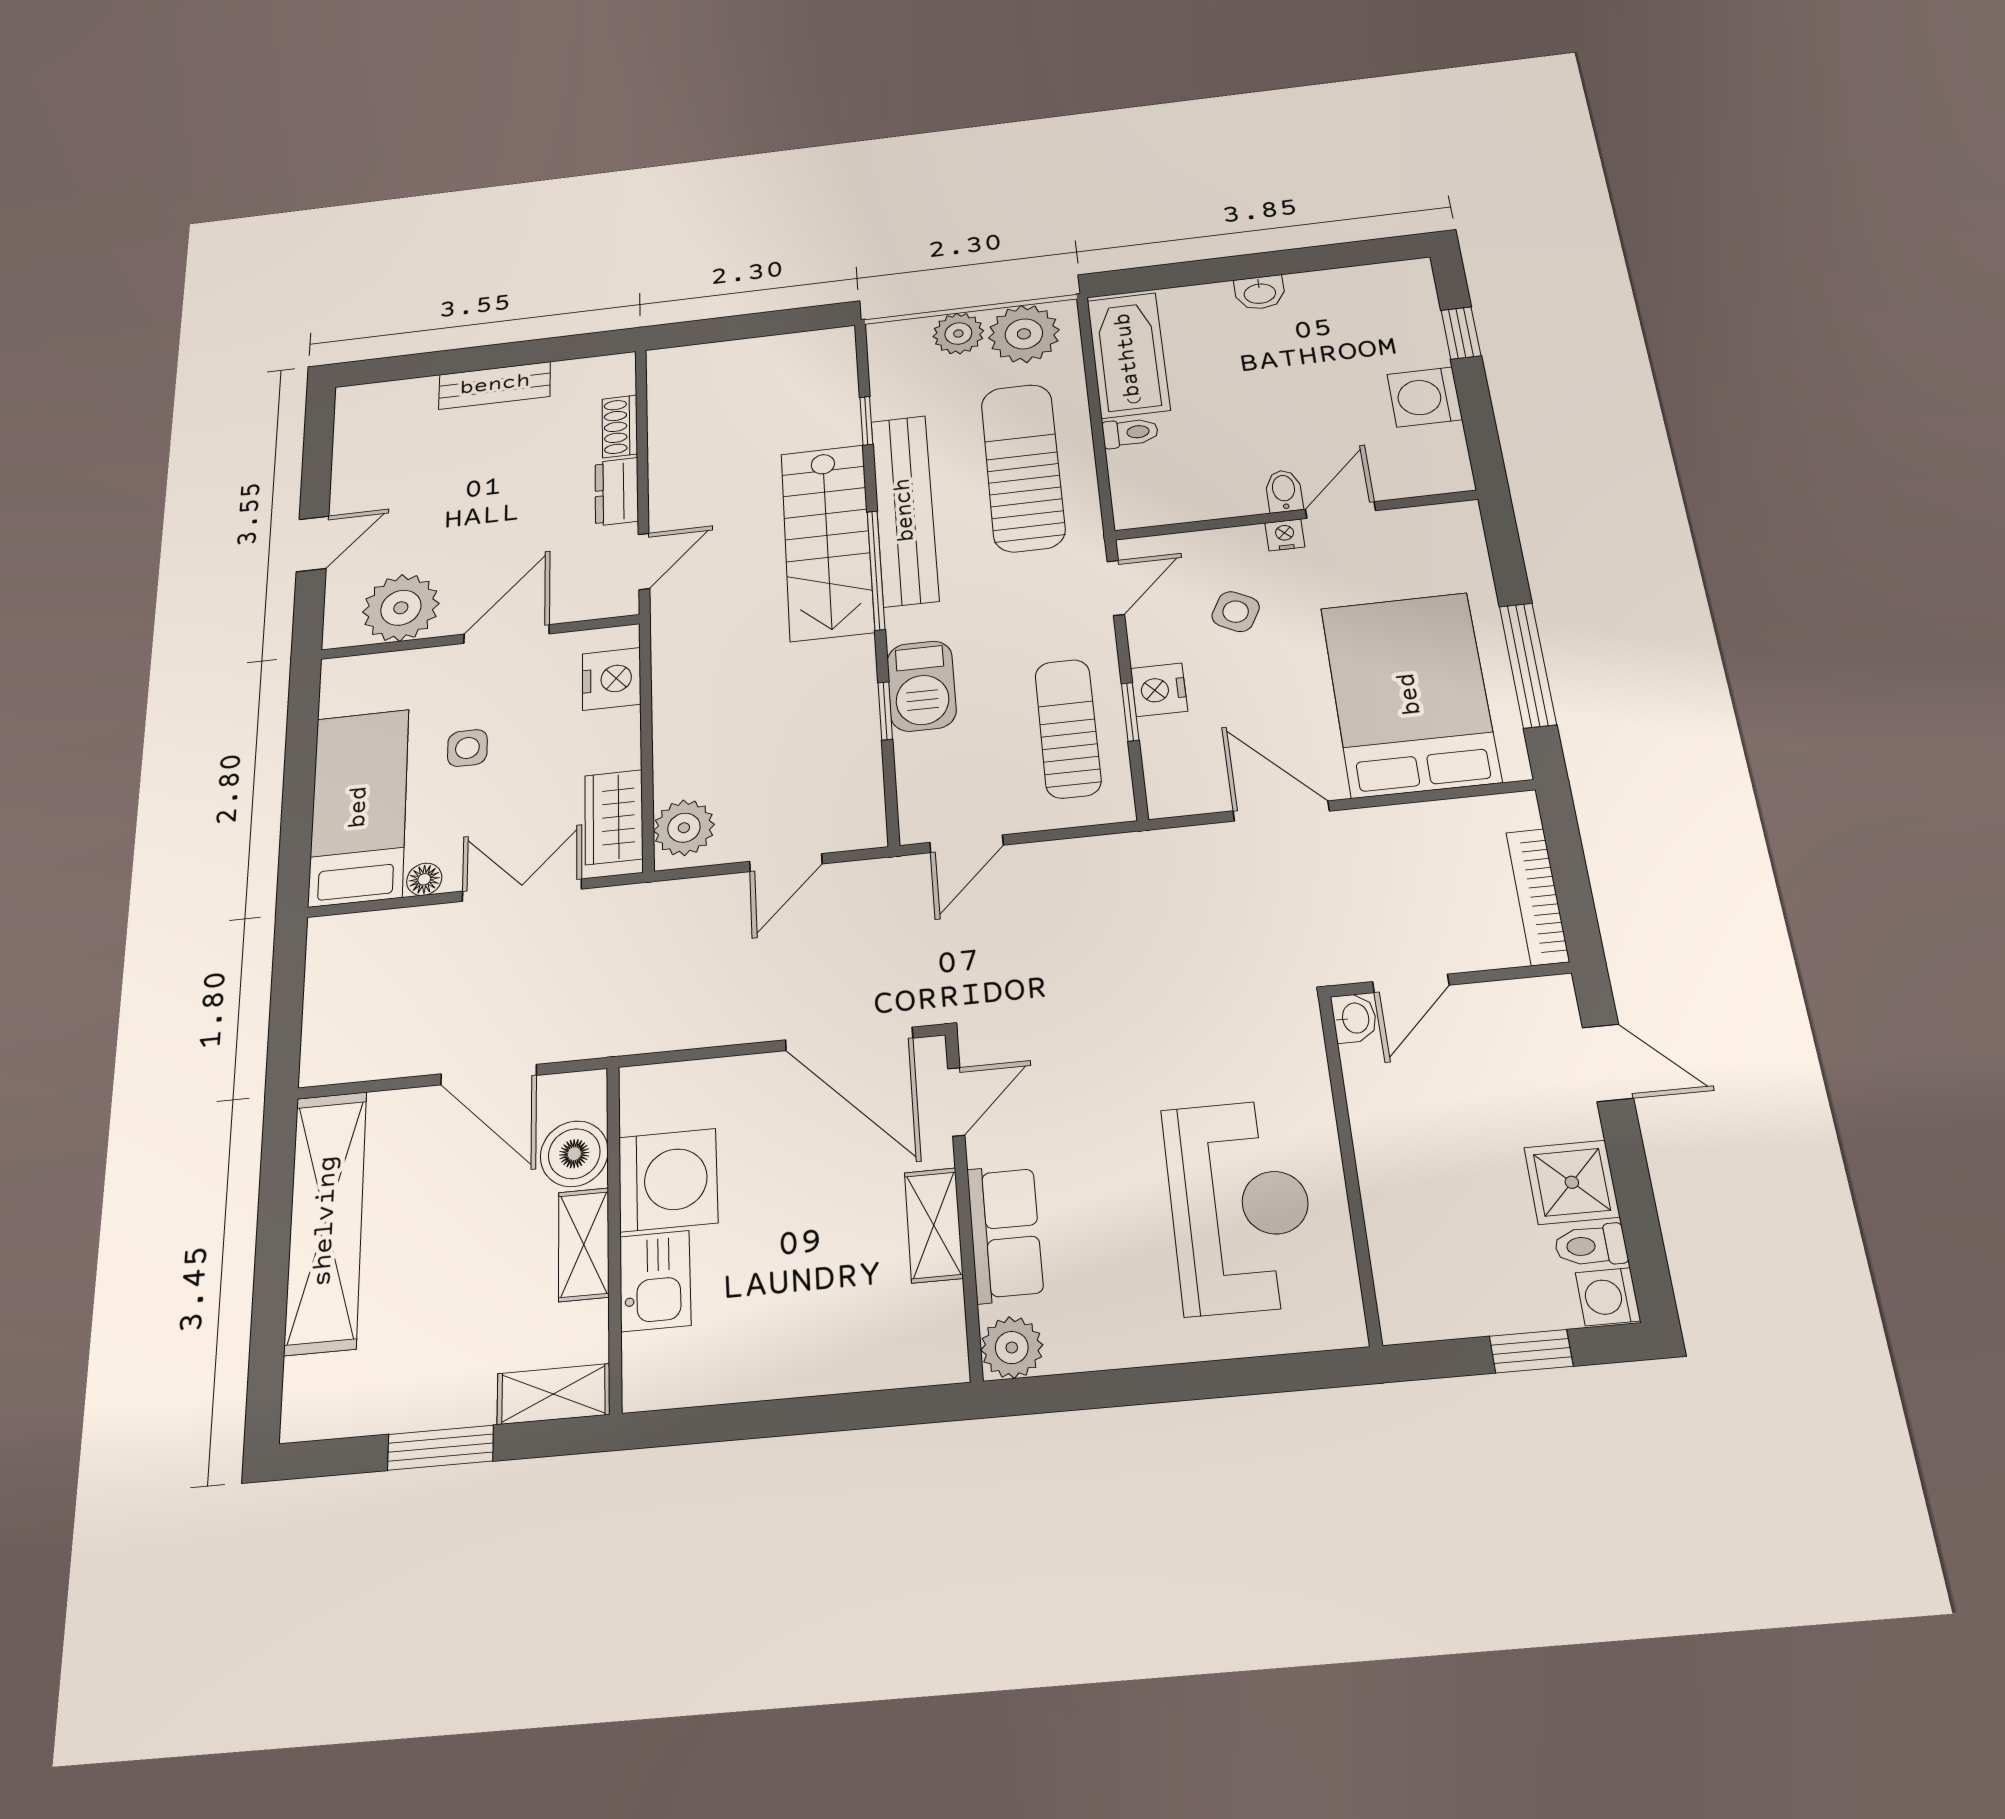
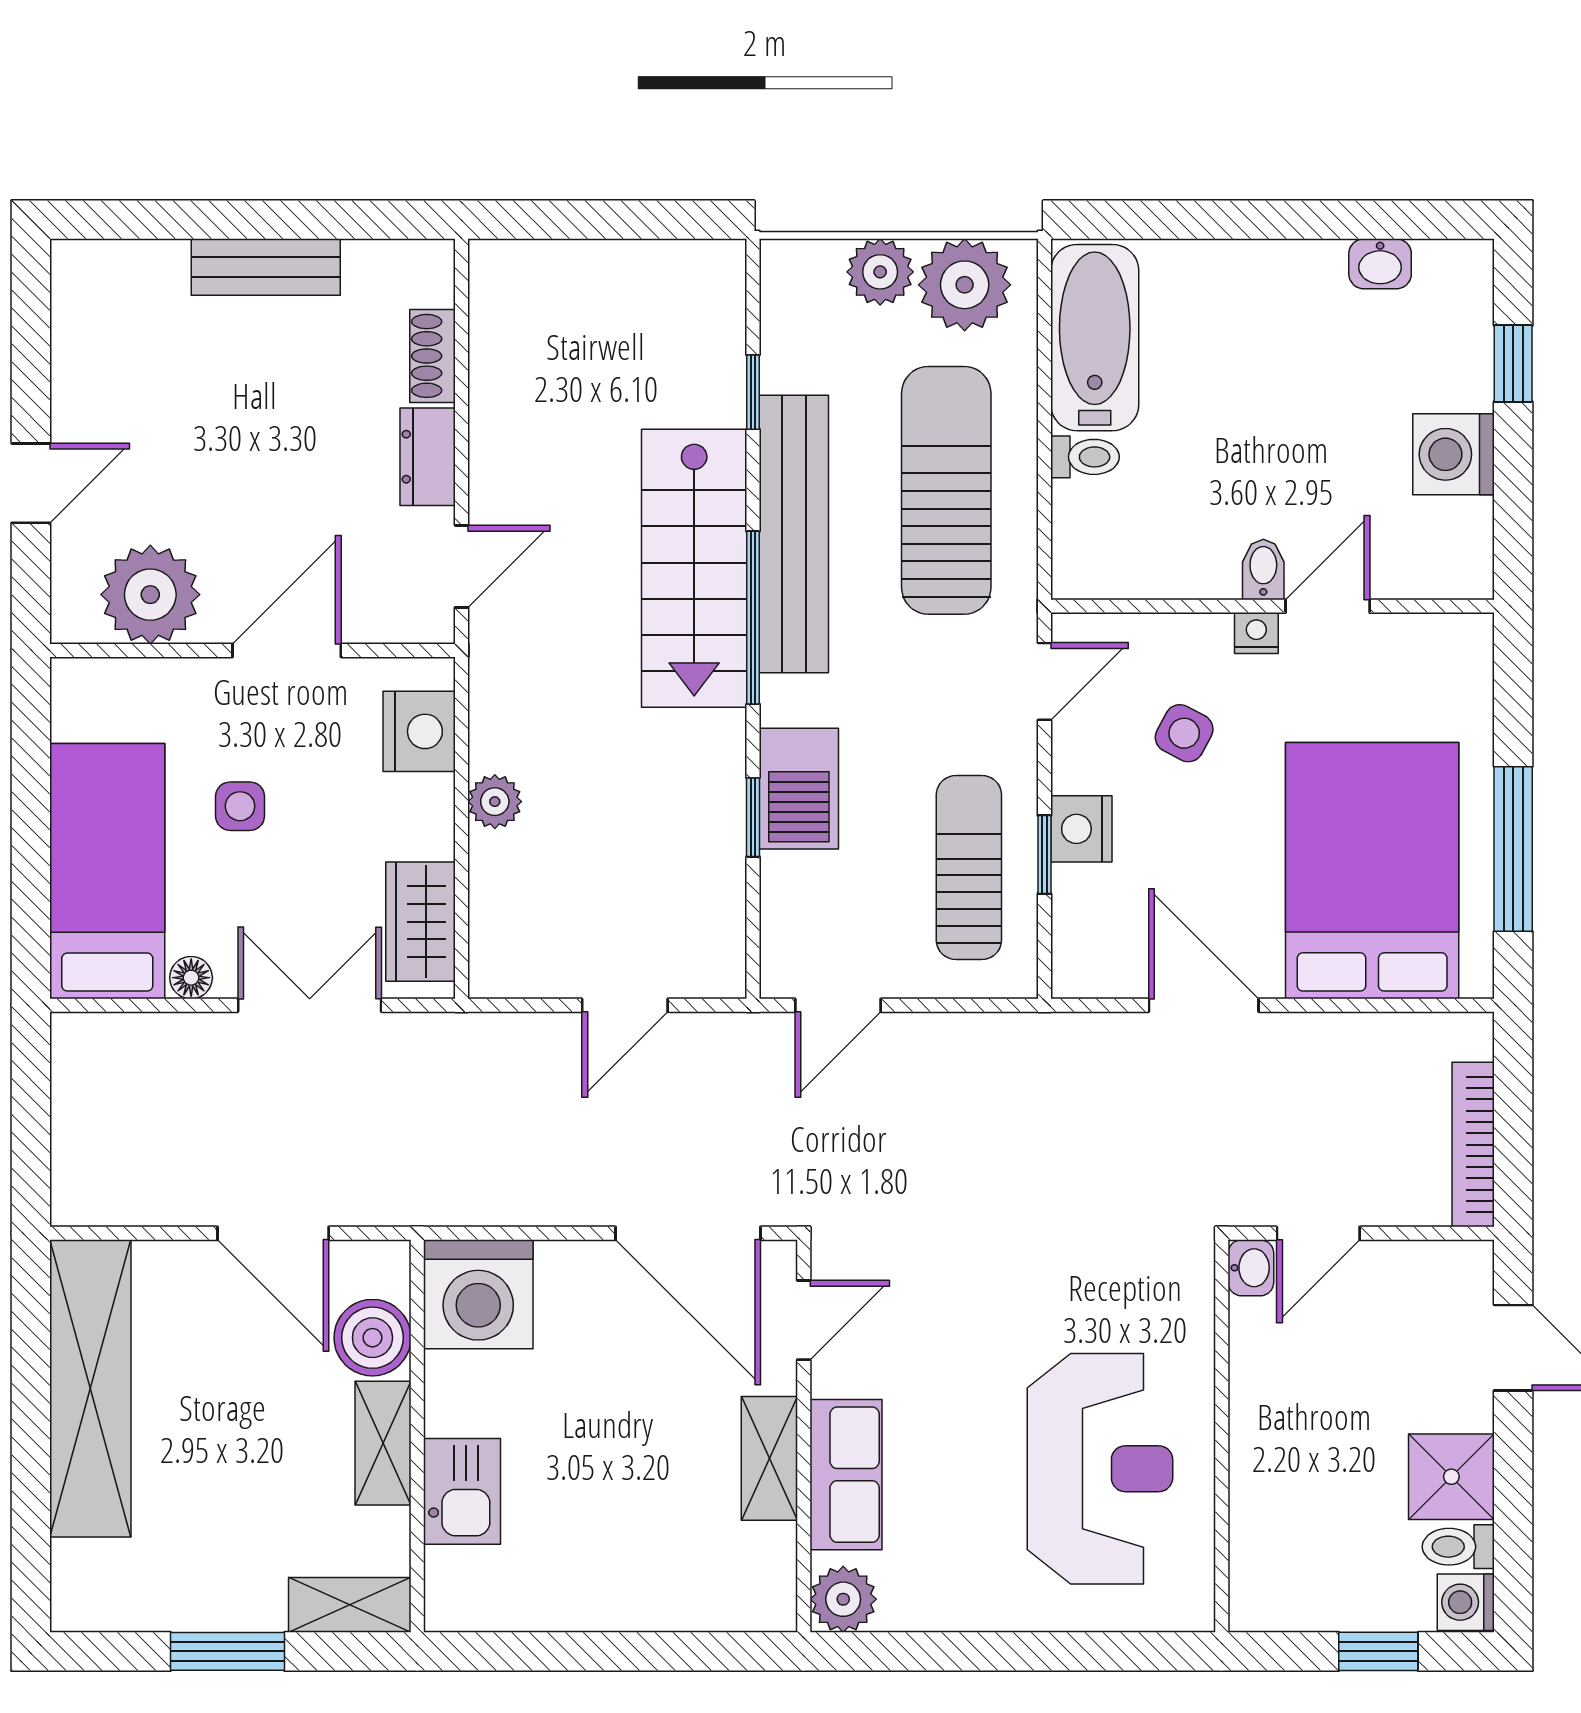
washbasin: (1260, 293) -> (1380, 264), moved
plant: (684, 828) -> (495, 802), moved, width x0.73, depth x0.73
washing machine: (668, 1180) -> (478, 1294), moved, turned 90

